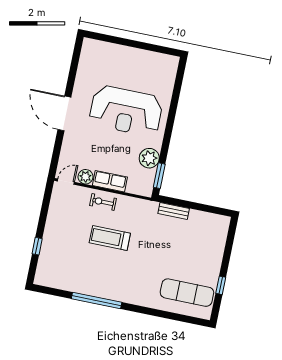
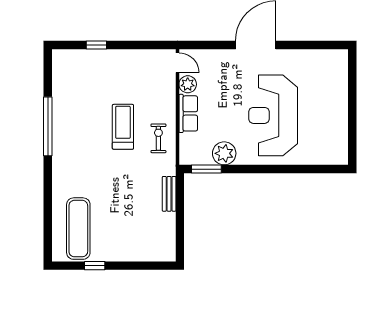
exercise bike: (103, 202) -> (158, 138), moved

